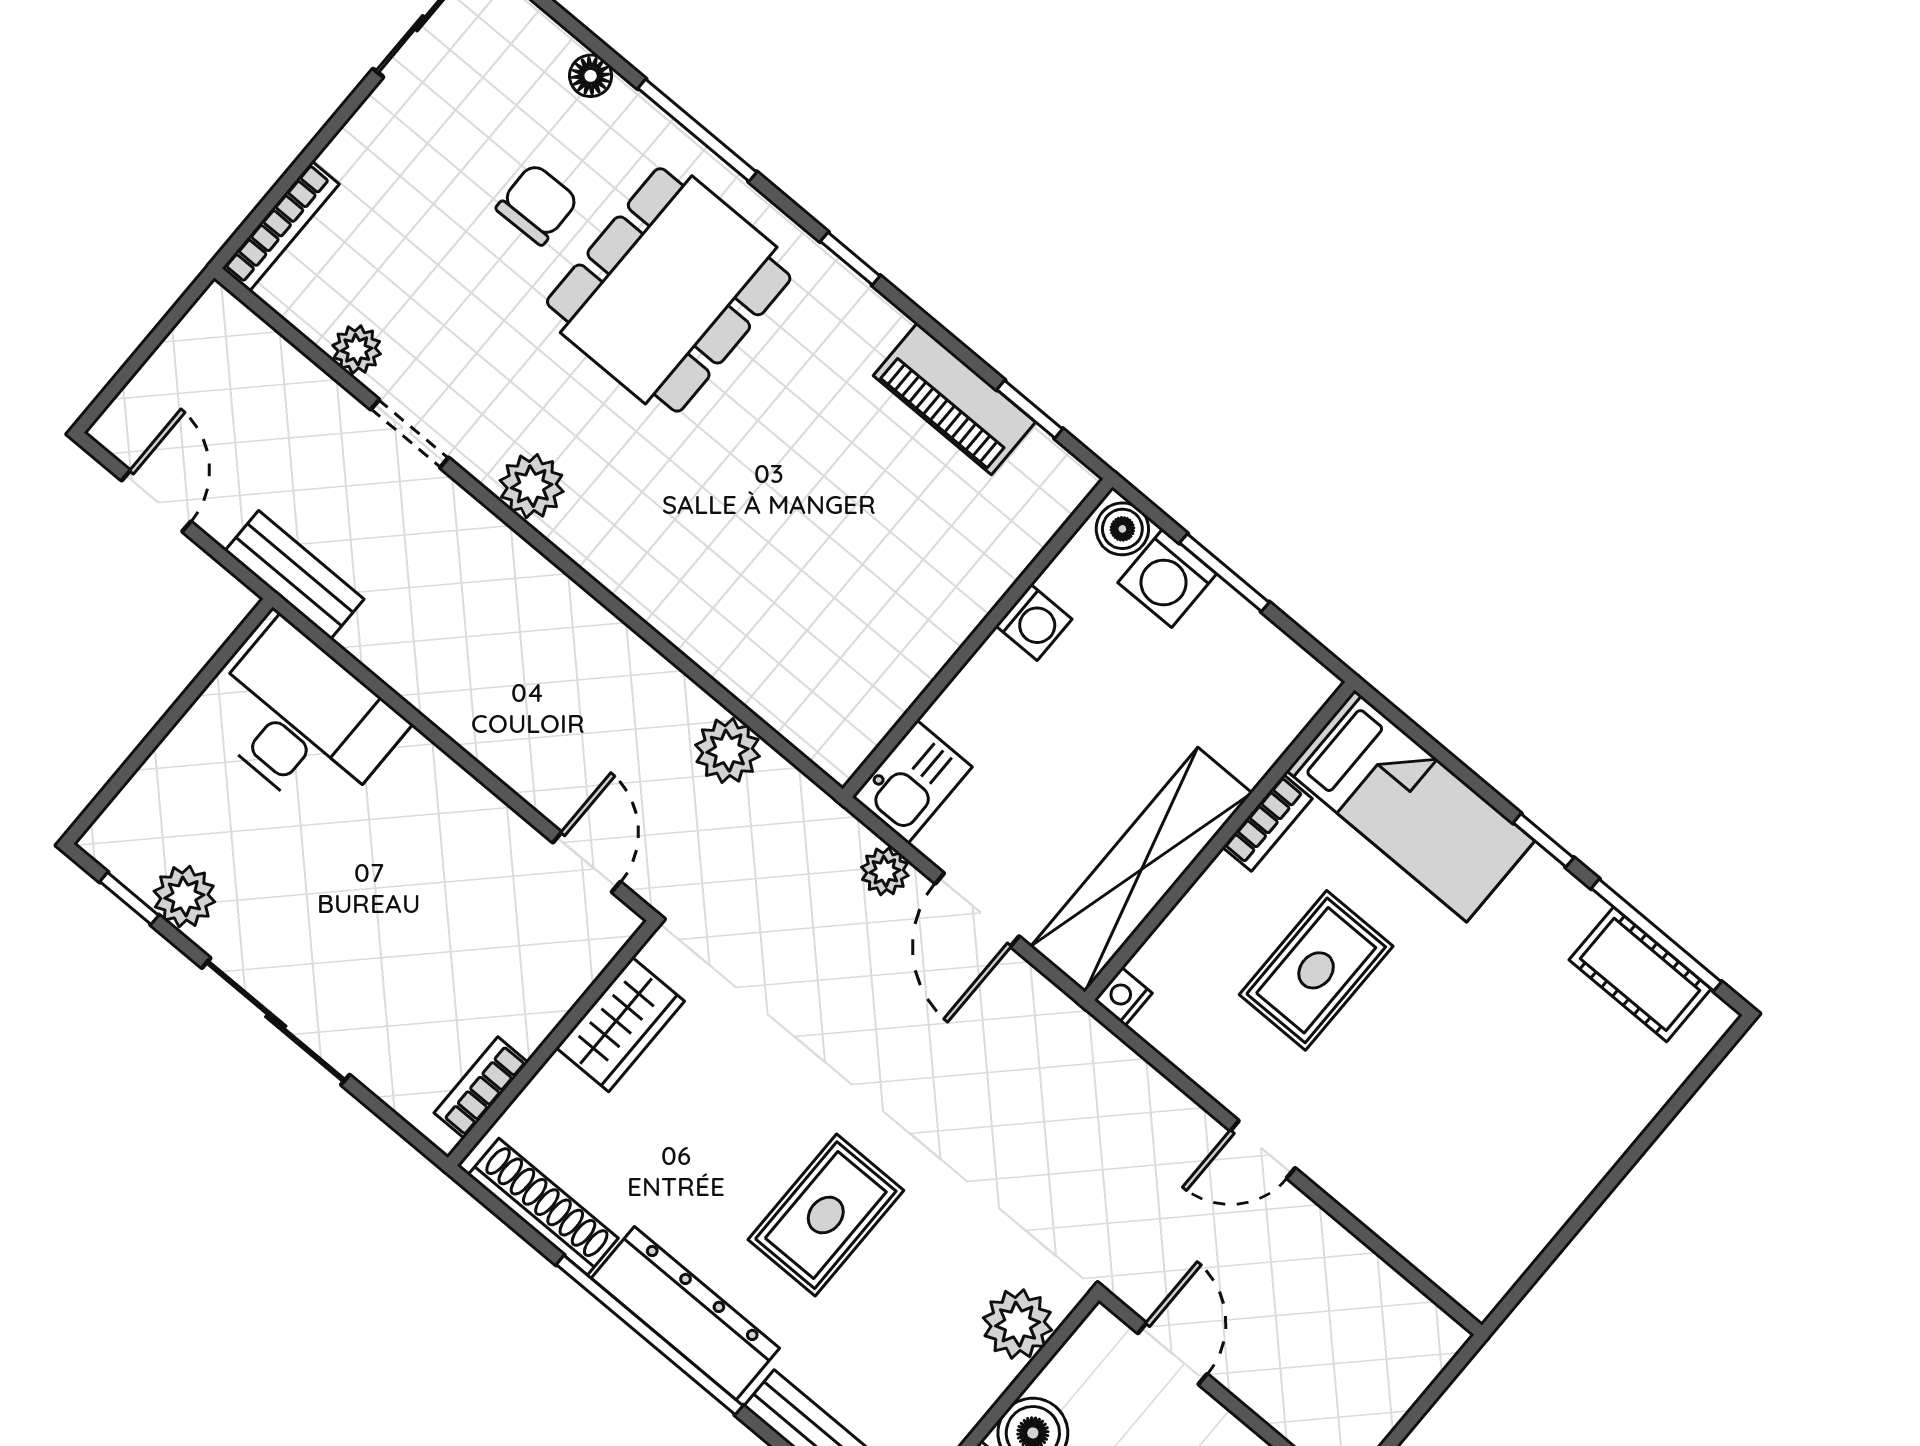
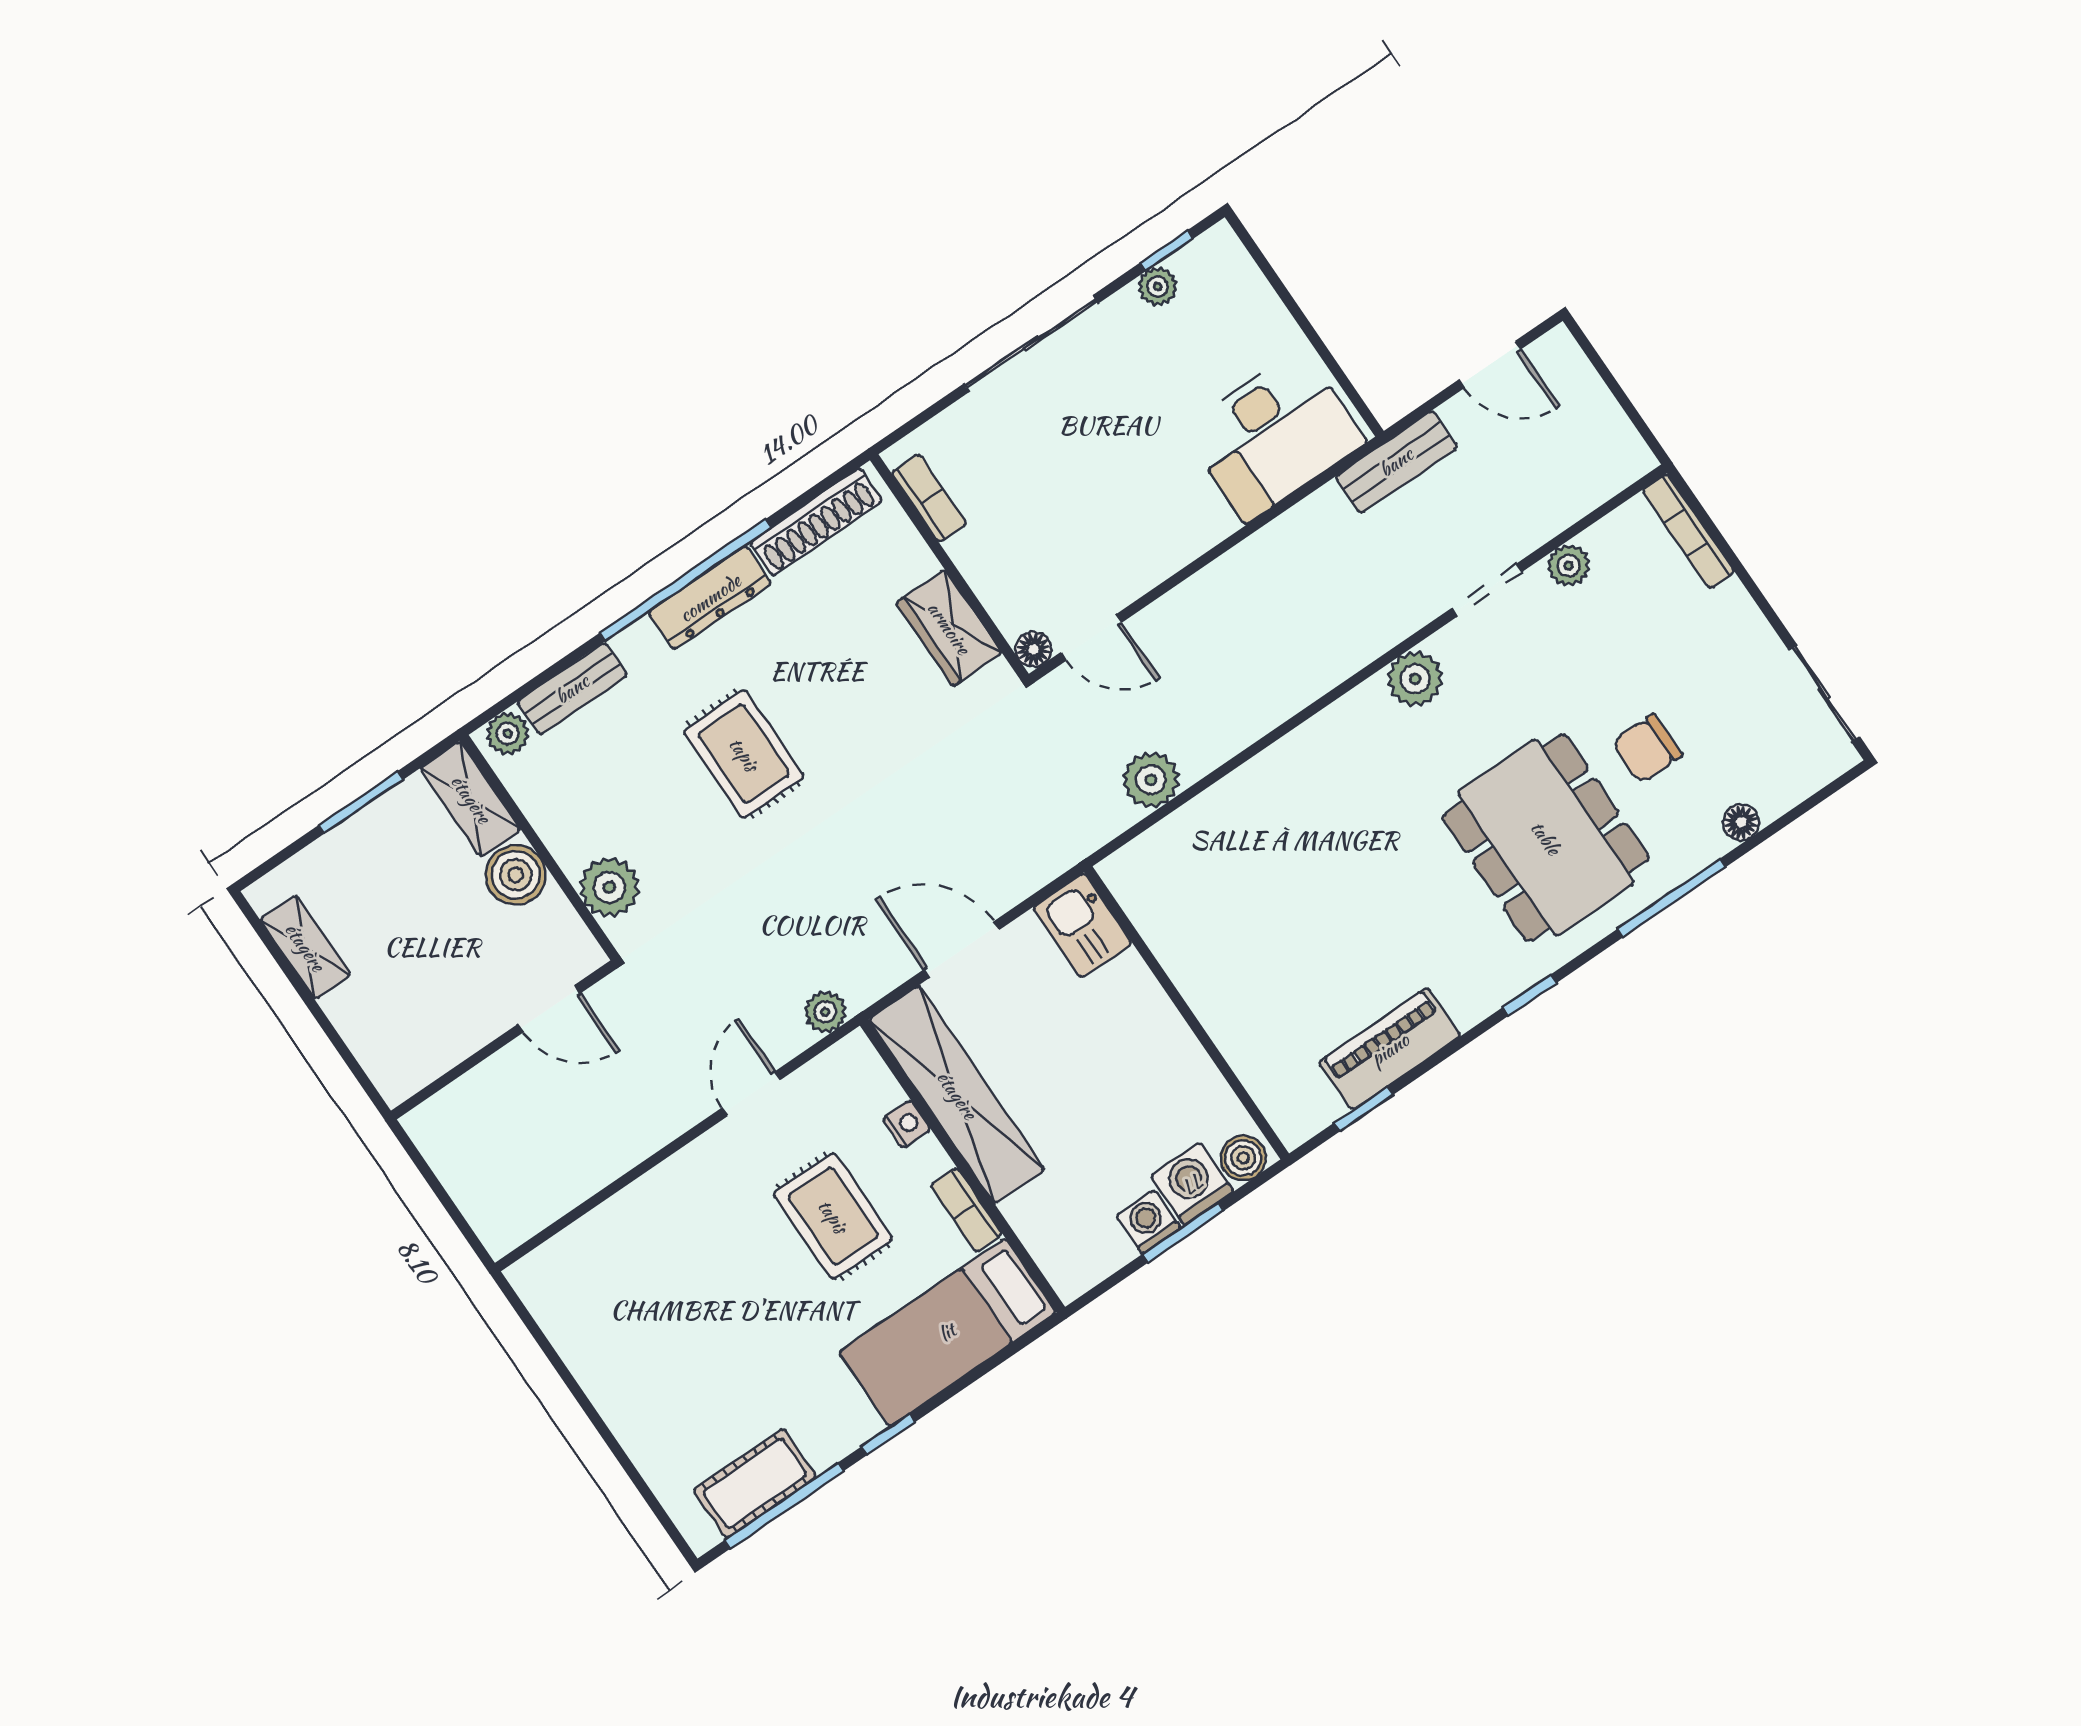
chair: (537, 204) -> (1647, 749), turned 91
washing machine: (1034, 622) -> (1148, 1222), moved, turned 90
plant: (885, 871) -> (825, 1012), moved
plant: (184, 897) -> (1158, 287), width x0.73, depth x0.73
floor lamp: (618, 923) -> (1033, 649), added
nightstand: (1123, 997) -> (906, 1124), moved
door: (1263, 1149) -> (751, 1094), moved
dresser: (685, 1313) -> (710, 598), width x0.73, depth x0.80

